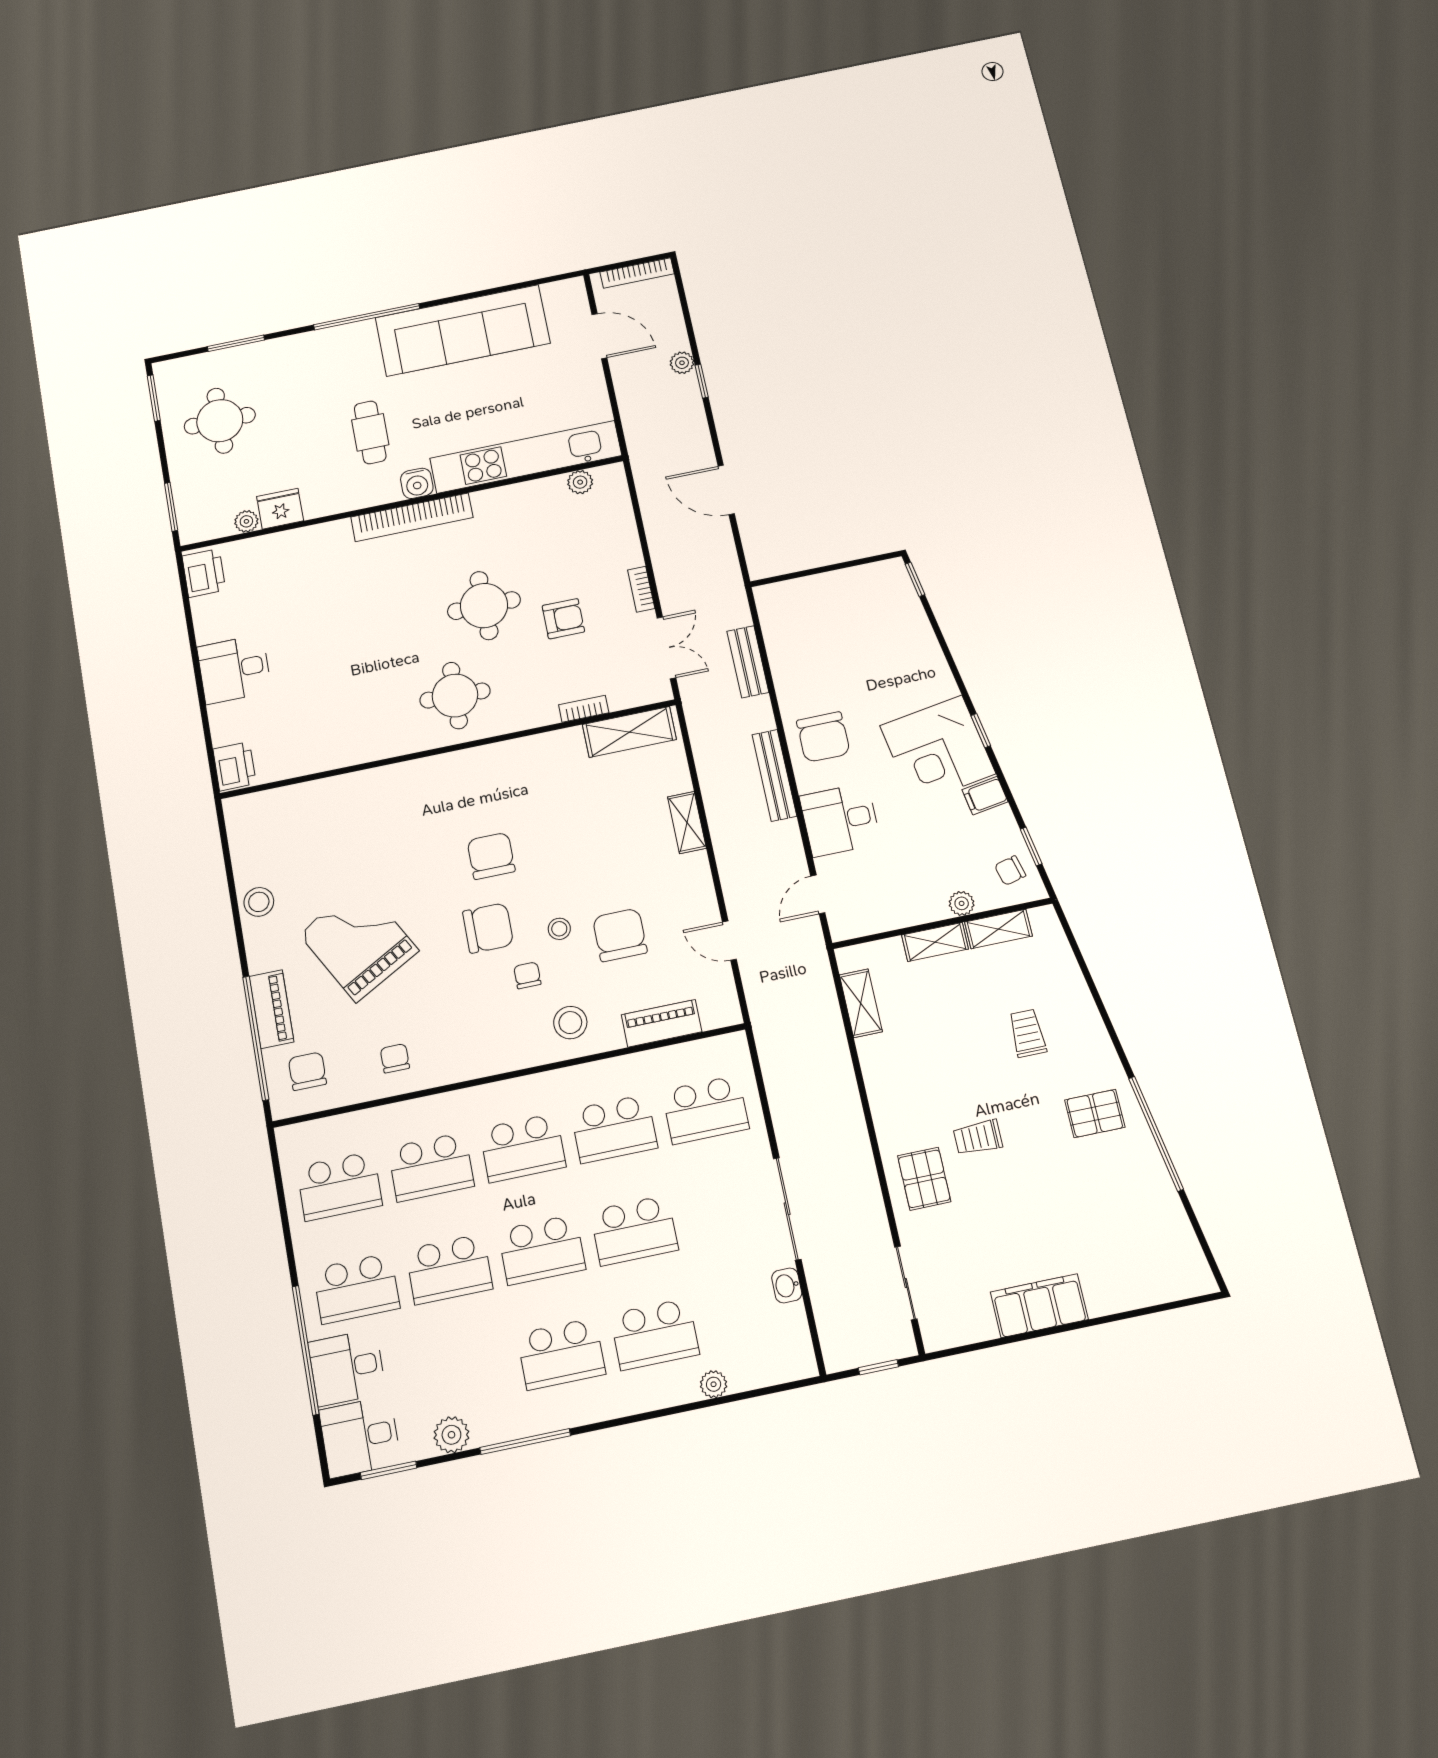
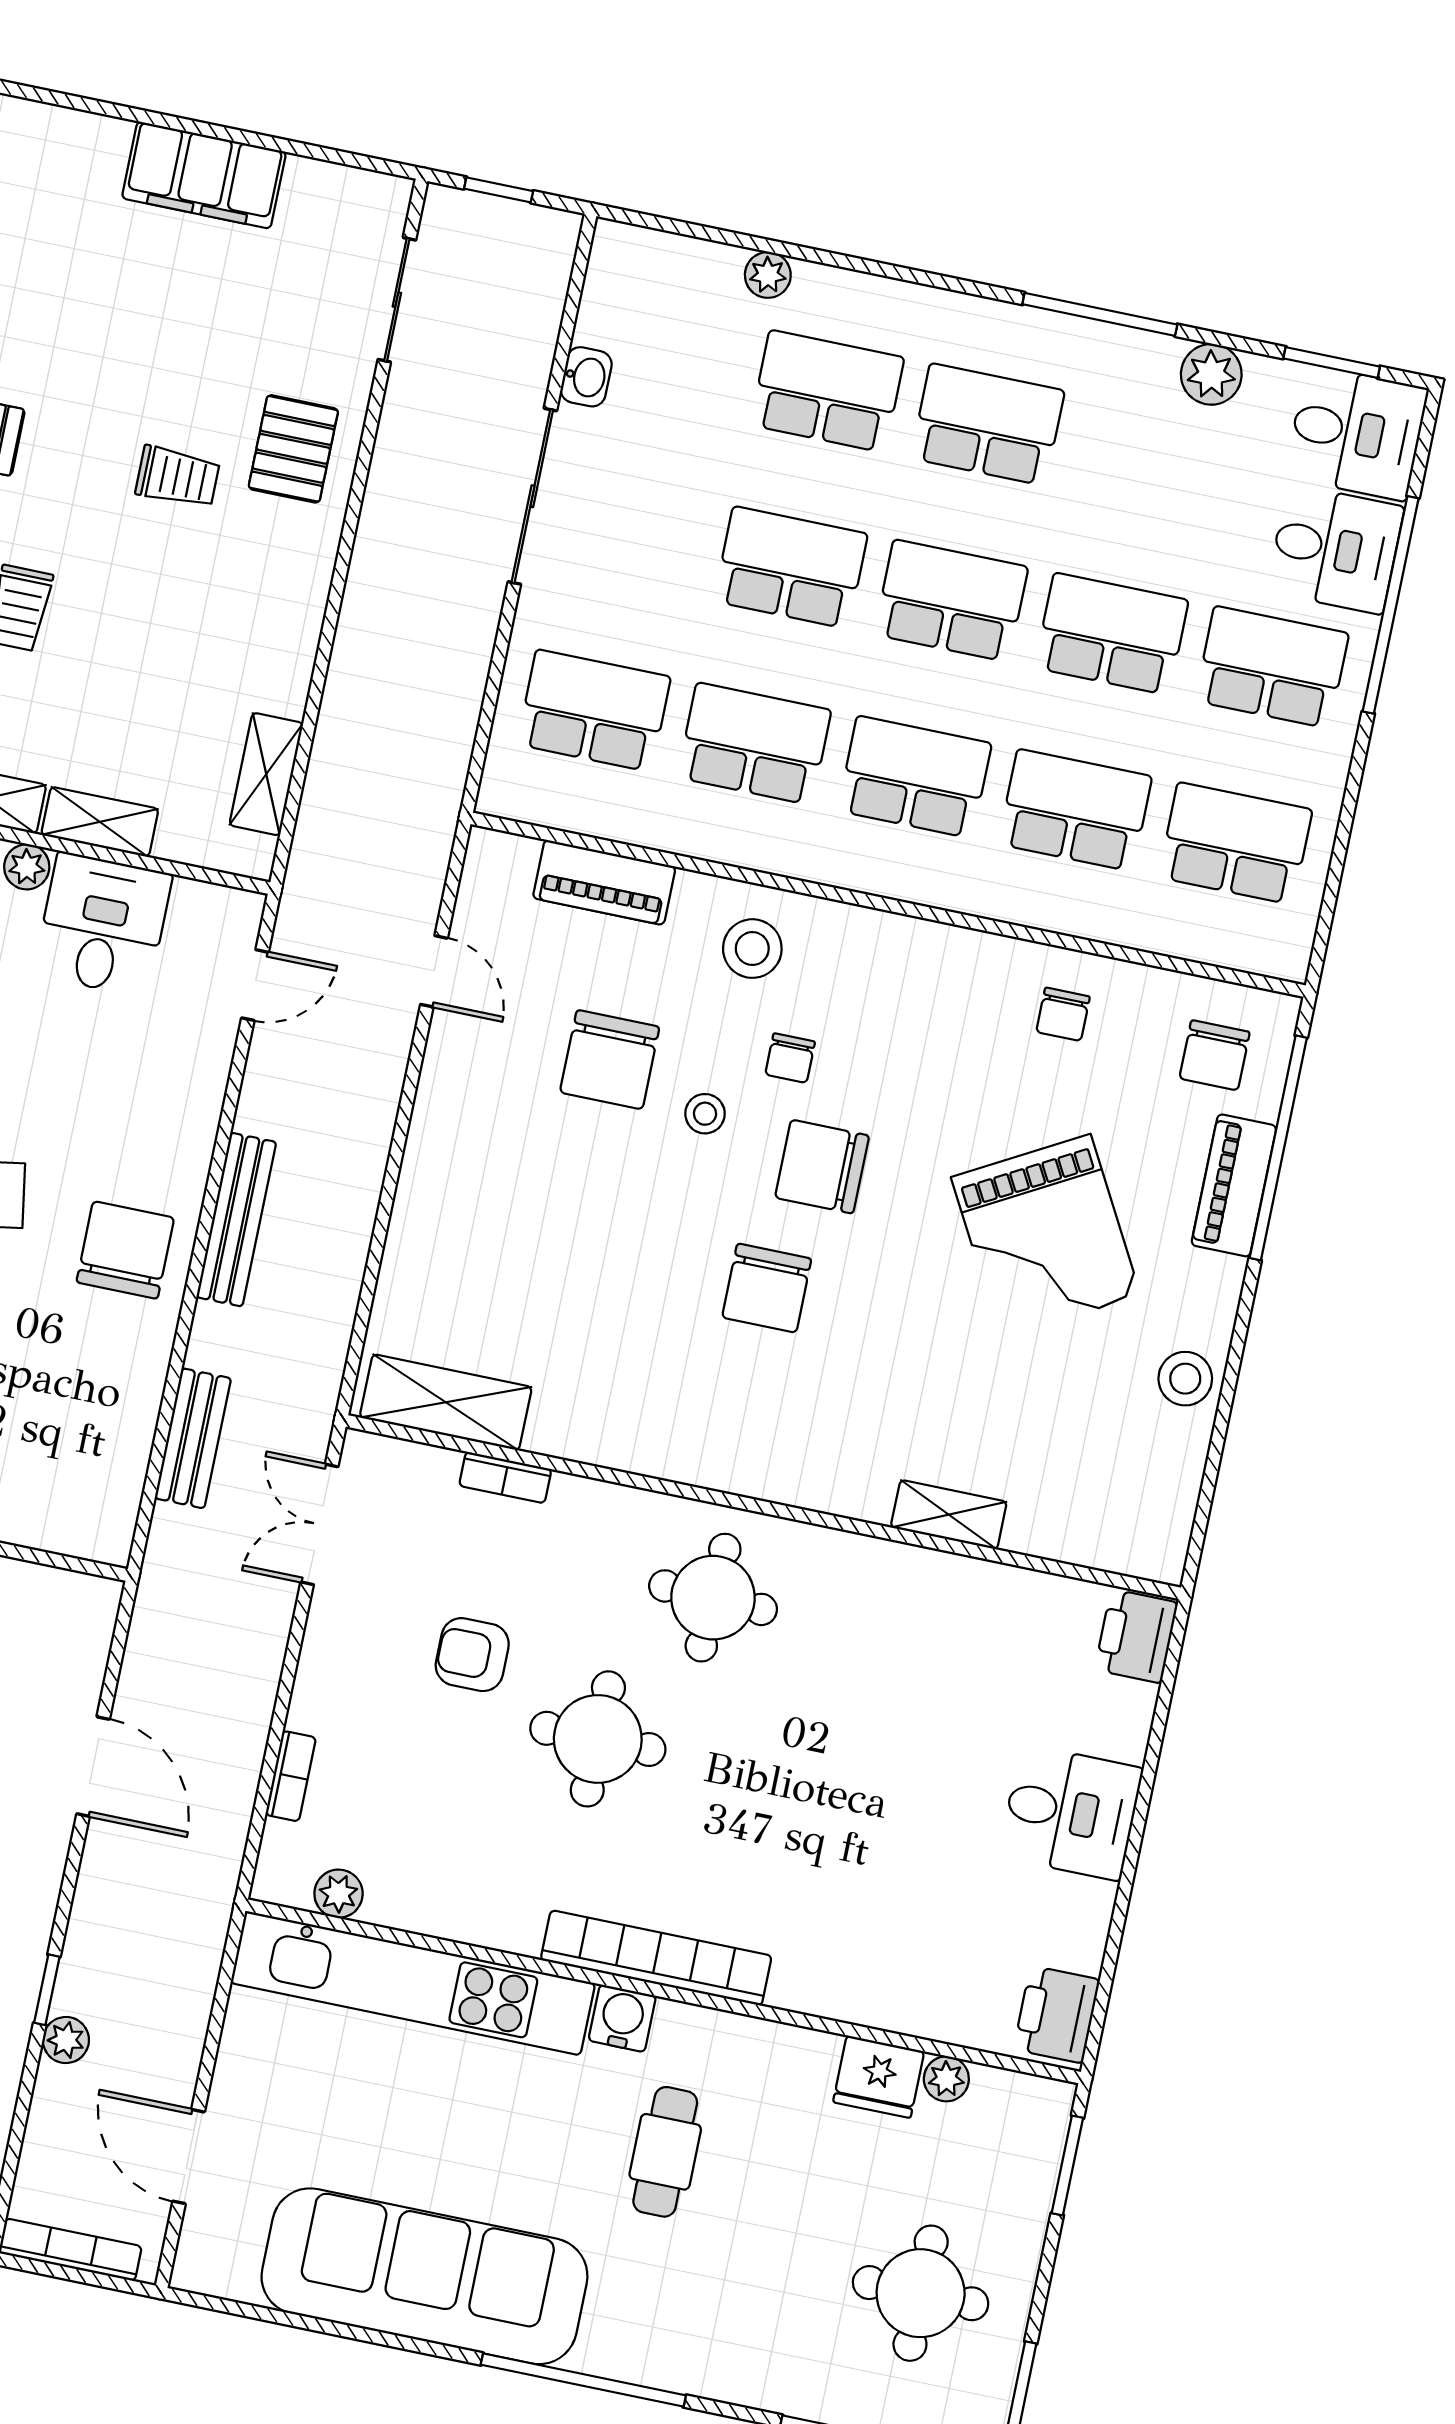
bookcase: (641, 589) -> (291, 1776), moved
desk: (840, 820) -> (103, 925), moved, turned -90
shelving: (687, 822) -> (949, 1515), moved, turned 90

